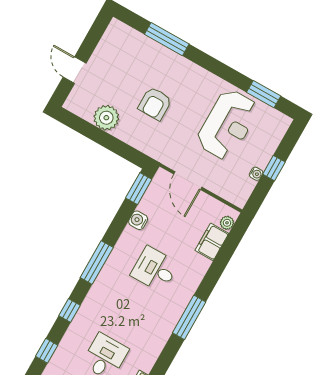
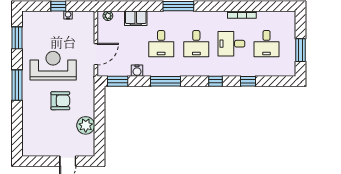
window: (167, 39) -> (17, 85), moved
reception desk: (228, 125) -> (53, 66), moved
filing cabinet: (212, 242) -> (136, 18), moved
window: (97, 263) -> (165, 81), moved
desk: (130, 313) -> (196, 44), added

